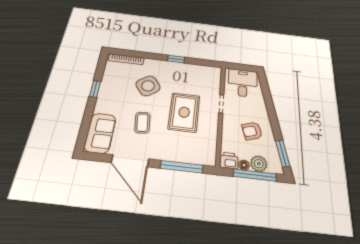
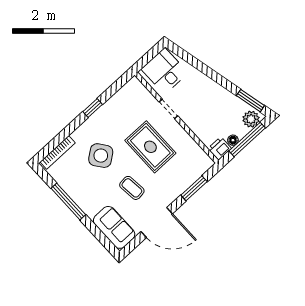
window: (95, 89) -> (68, 202), width x2.17
armchair: (252, 131) -> (213, 107), removed
plant: (259, 164) -> (251, 119), moved
window: (182, 167) -> (194, 188), width x0.69

